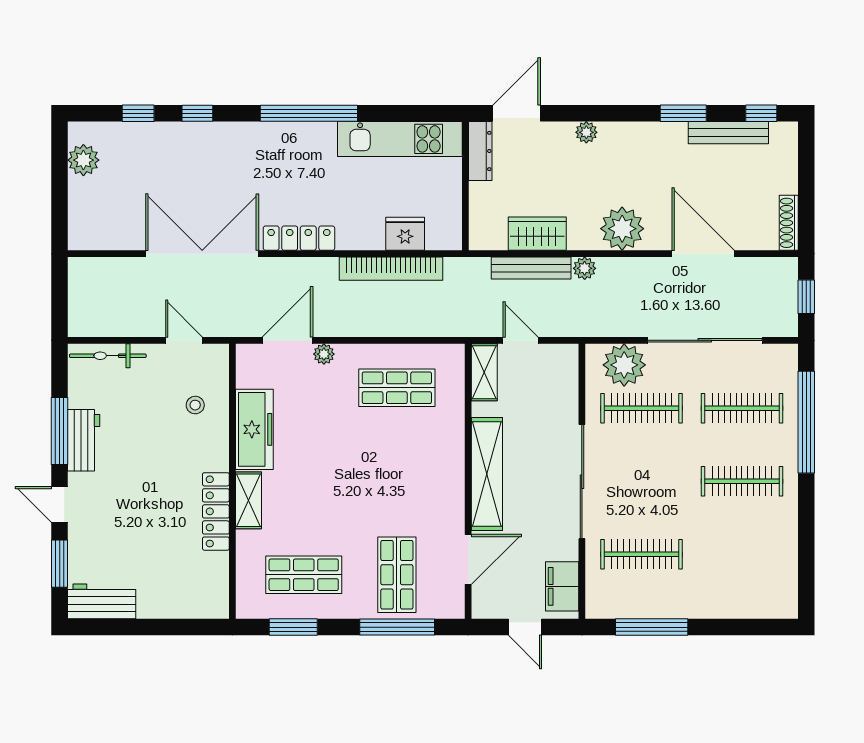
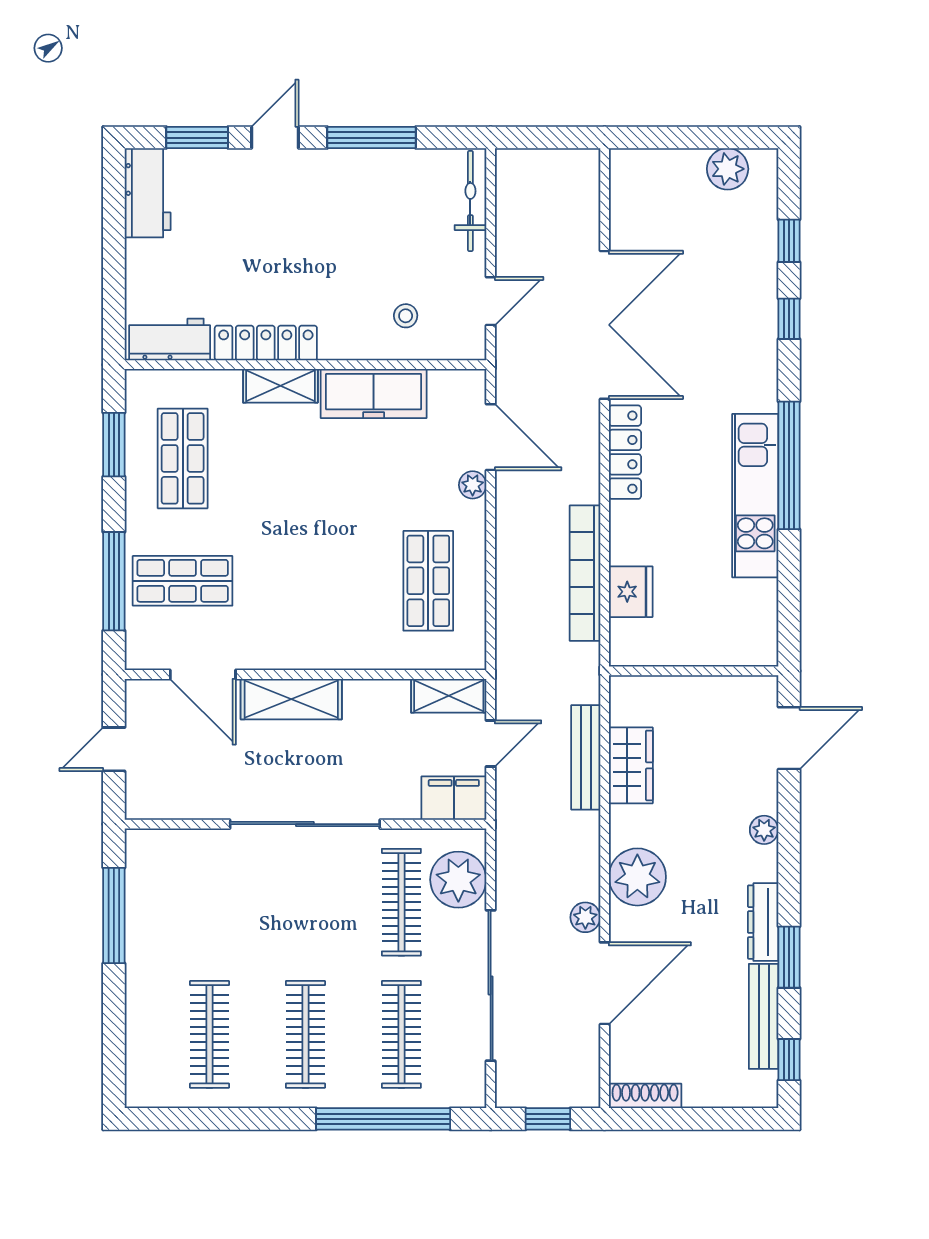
door: (517, 113) -> (789, 738), hinge flipped
kitchen unit: (400, 139) -> (755, 496), moved
dresser: (480, 151) -> (763, 922), moved, turned 90
plant: (585, 268) -> (585, 917), moved
workbench: (84, 440) -> (170, 339), moved, turned 180
shelving: (487, 474) -> (291, 699), width x0.68
clothes rail: (641, 554) -> (209, 1034), moved
filing cabinet: (562, 586) -> (454, 798), moved

